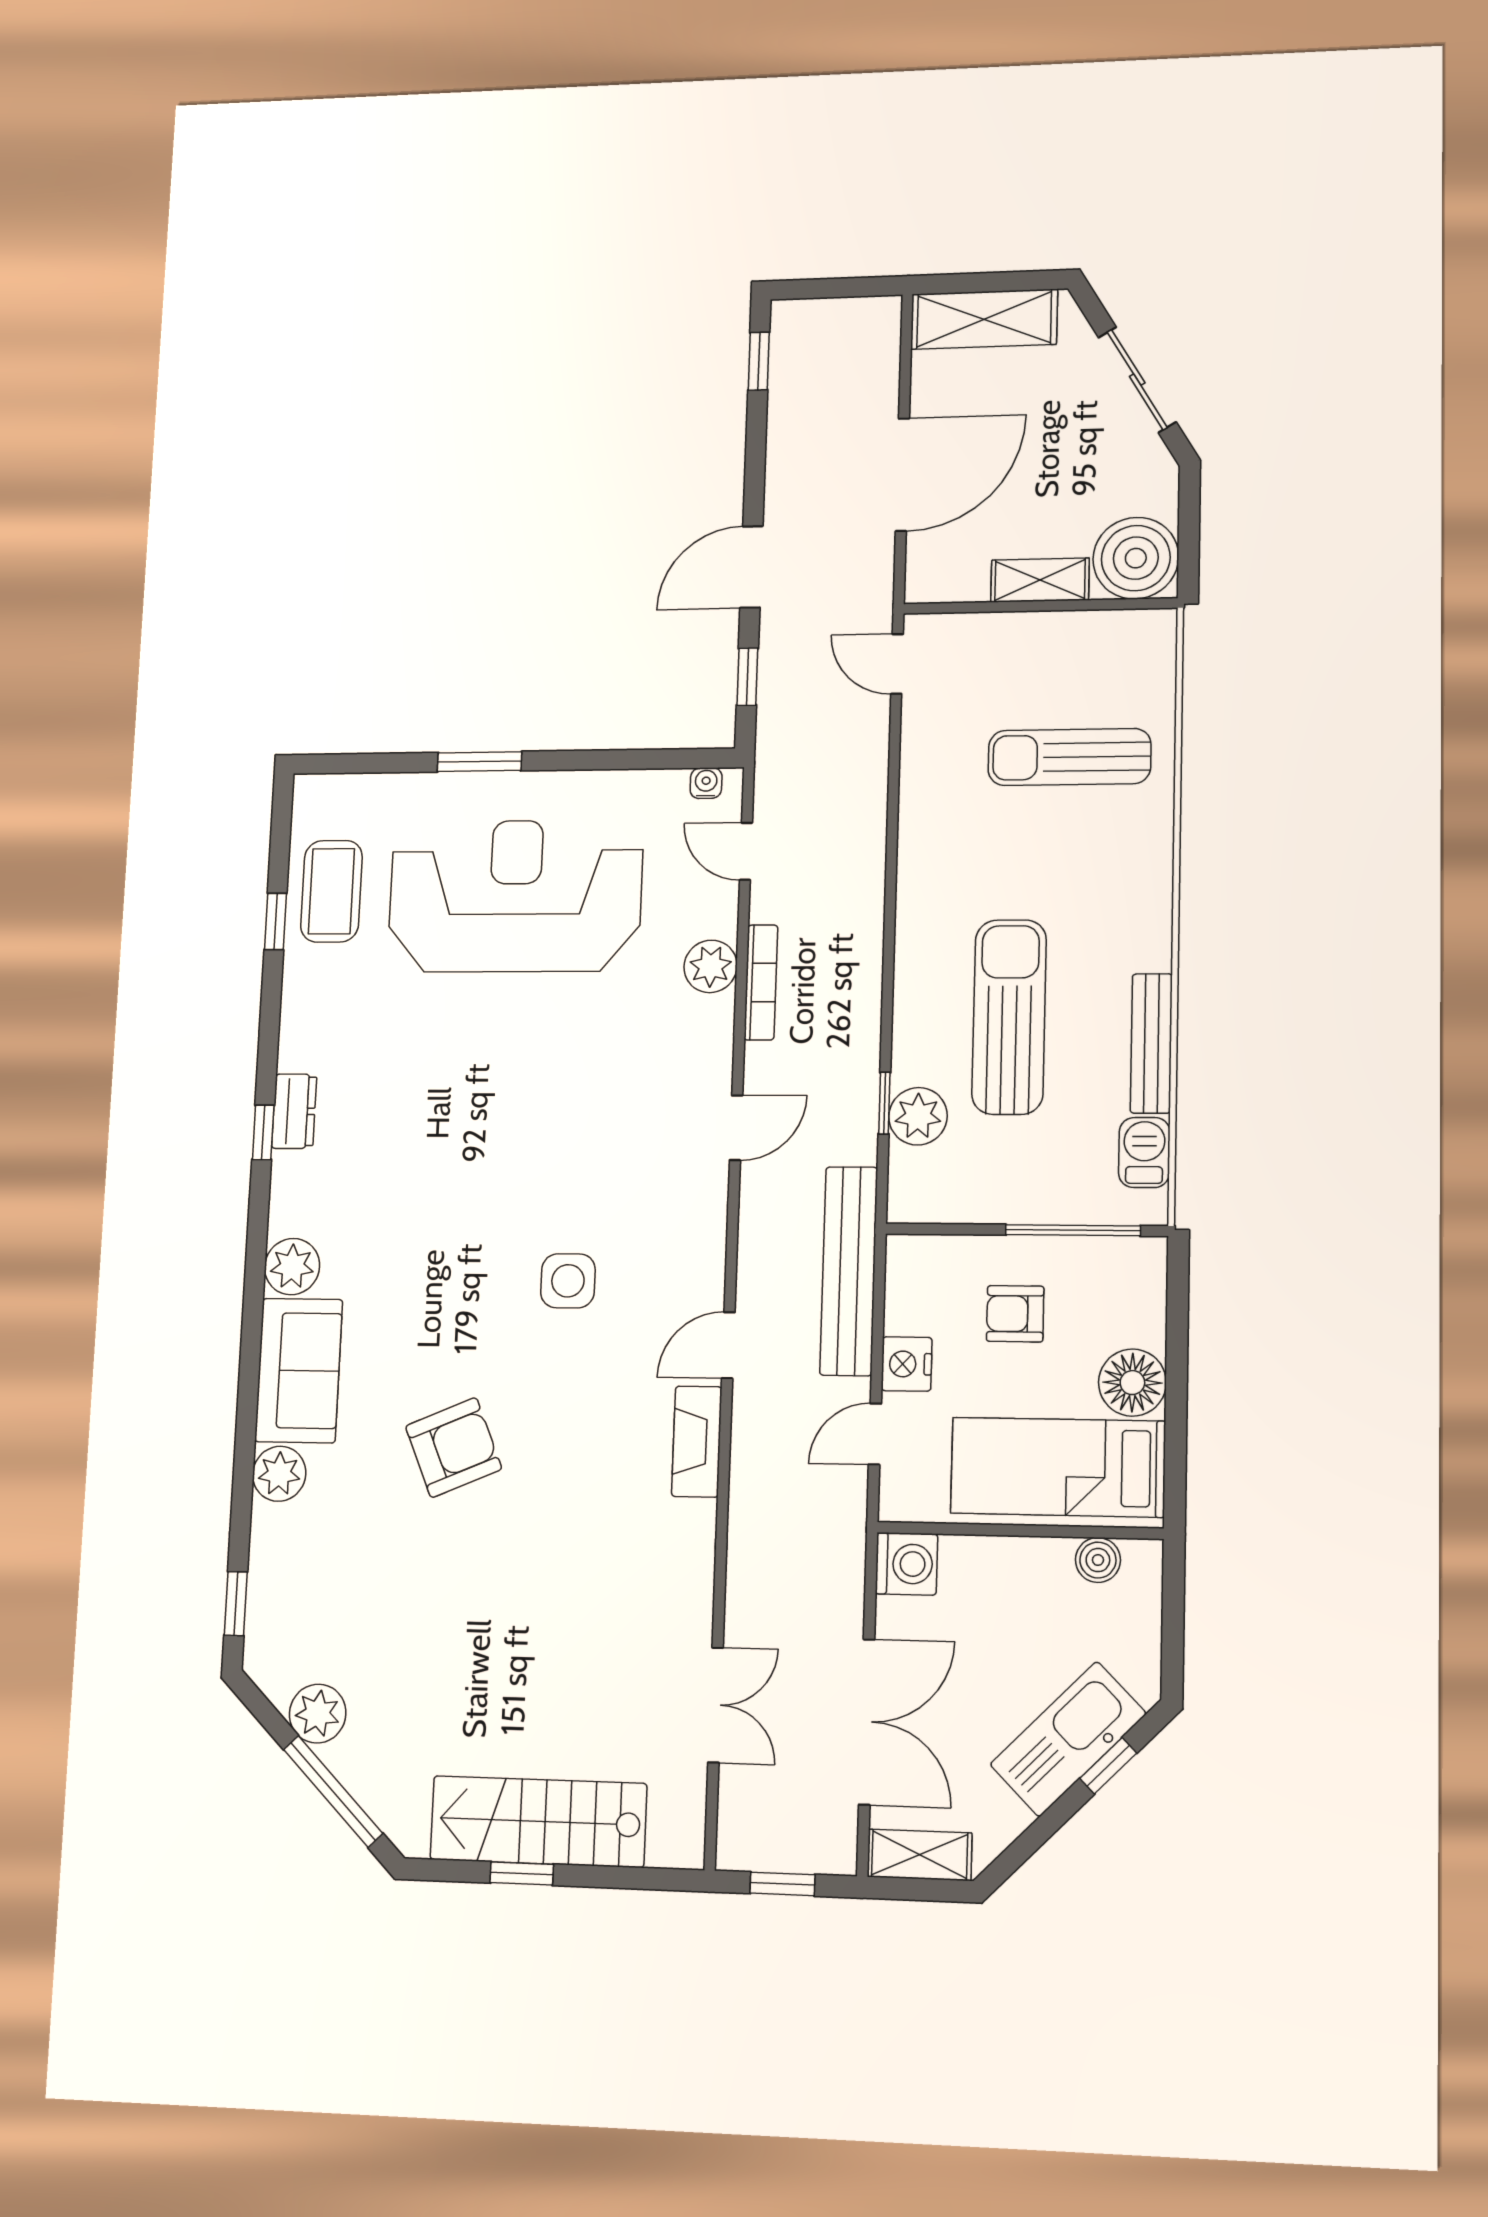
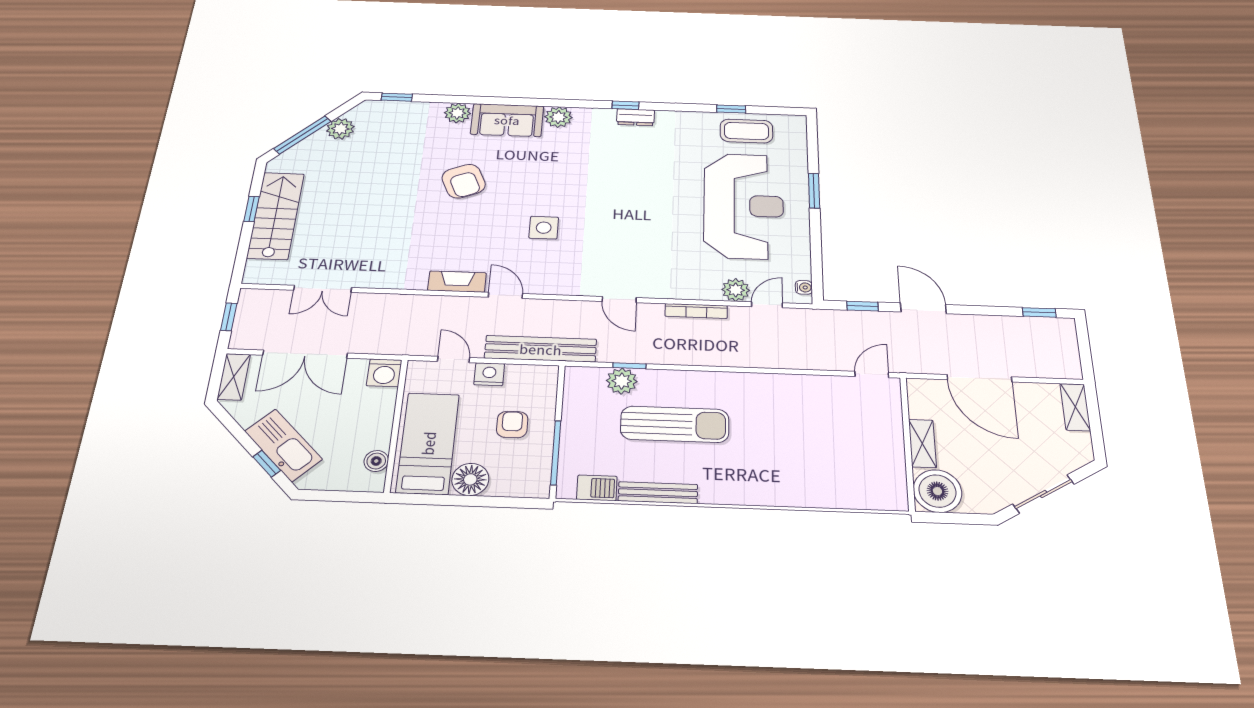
shelving: (984, 319) -> (1075, 407), width x0.67, depth x0.75
sun lounger: (1069, 757) -> (821, 456), removed
plant: (711, 966) -> (736, 290), moved

